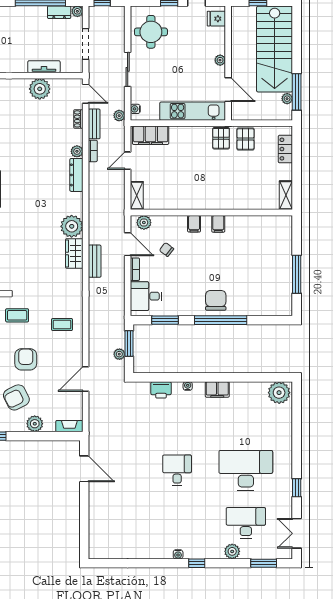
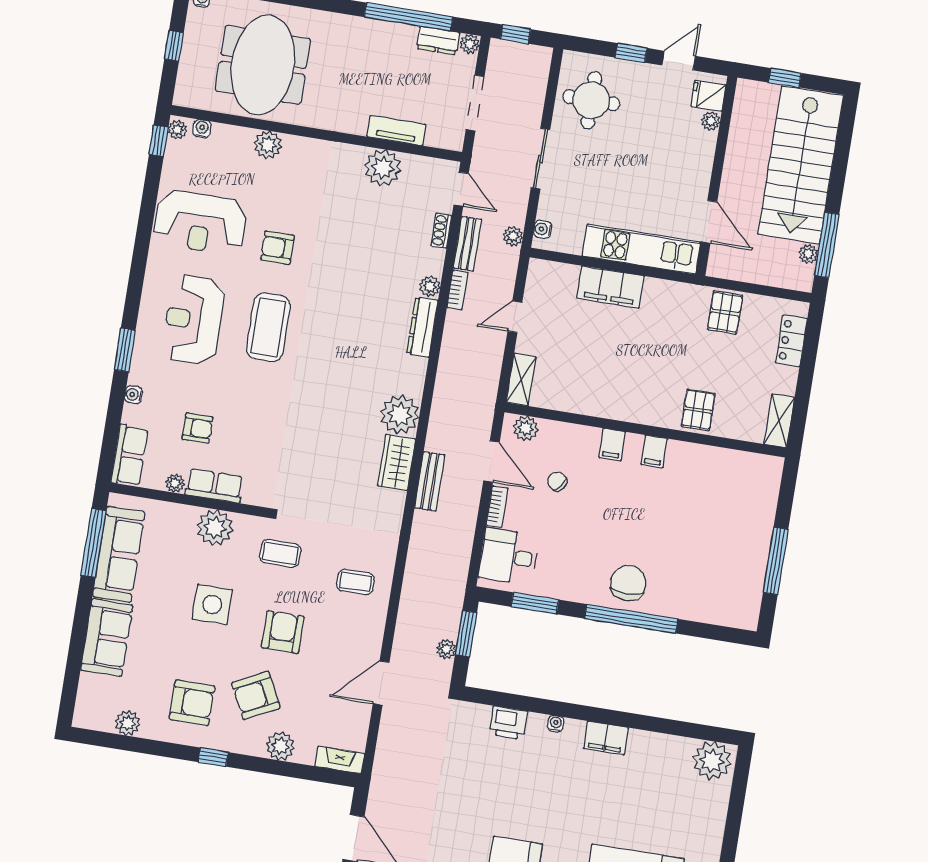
plant: (220, 60) -> (711, 121), moved
filing cabinet: (151, 135) -> (610, 287), moved
pallet: (221, 138) -> (698, 410), moved

